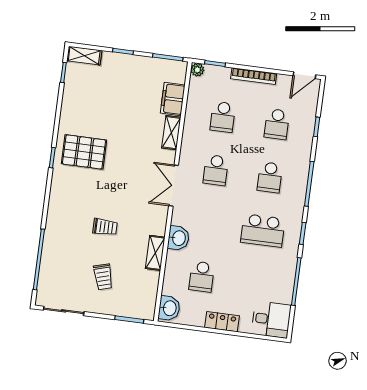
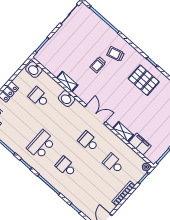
school desk: (277, 124) -> (91, 189), removed
pallet: (84, 152) -> (144, 80), turned 90
trolley: (103, 277) -> (116, 54), moved

